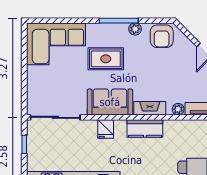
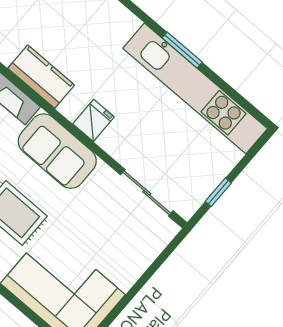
sliding door: (55, 117) -> (147, 193), width x0.73

